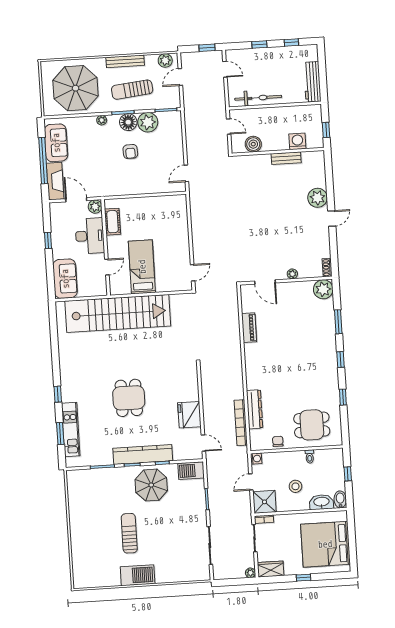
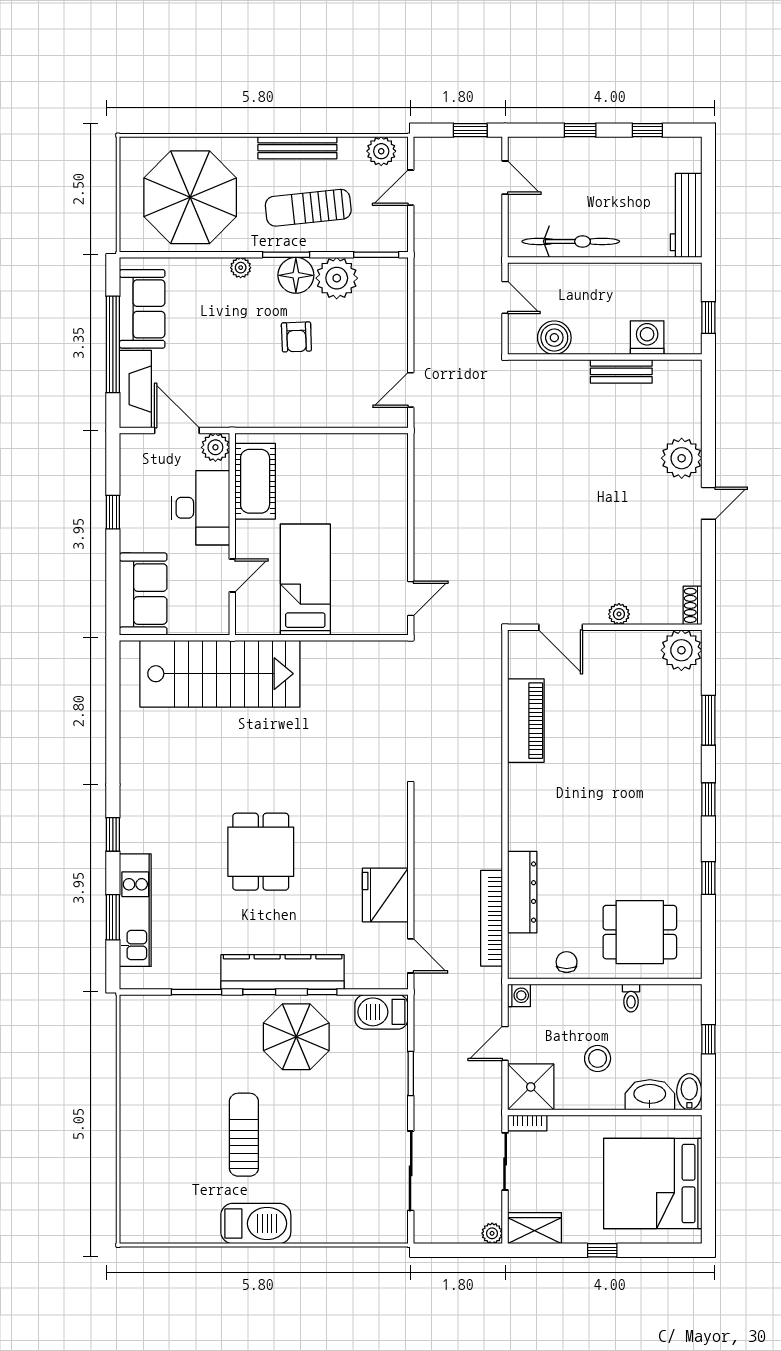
cot: (113, 222) -> (255, 481), width x1.37, depth x1.34
stairs: (118, 313) -> (220, 674), width x0.73
piano: (249, 328) -> (526, 721), width x1.37, depth x1.33

